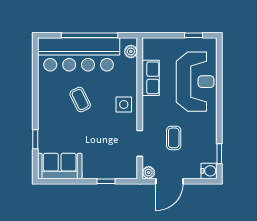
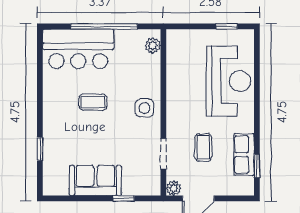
bar counter: (79, 54) -> (78, 49), width x0.73
row of seats: (151, 78) -> (244, 155), moved, turned 180
coffee table: (80, 99) -> (93, 102), turned -64
sofa: (60, 166) -> (95, 181), moved
water cooler: (209, 171) -> (245, 186), removed

